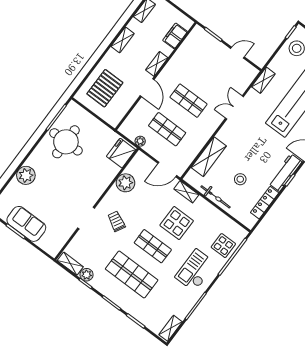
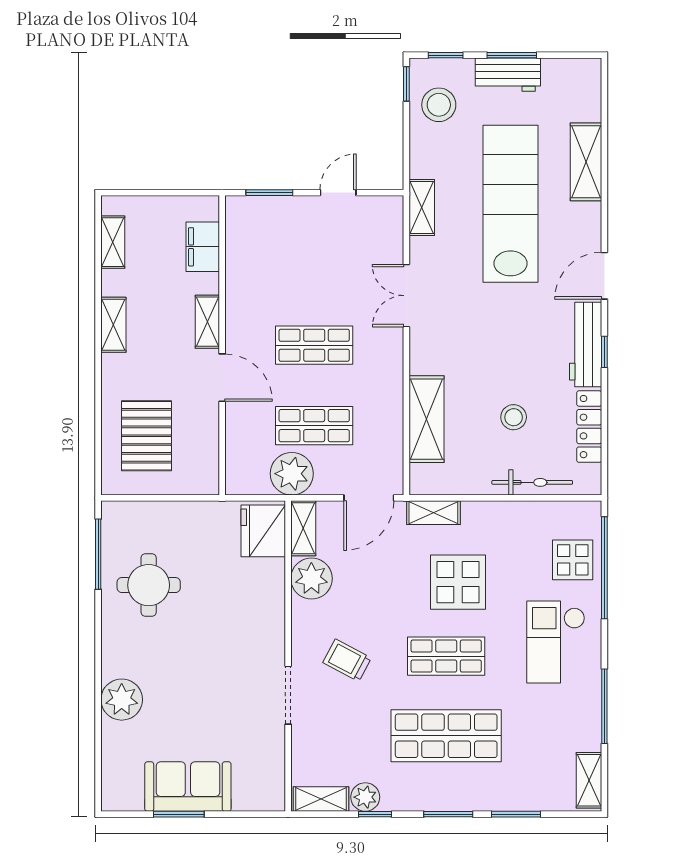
plant: (140, 141) -> (292, 474), width x1.87, depth x1.87
round table: (66, 142) -> (149, 585), width x0.73, depth x0.73
shelving: (136, 163) -> (303, 528), added
bicycle: (216, 197) -> (532, 482), moved

